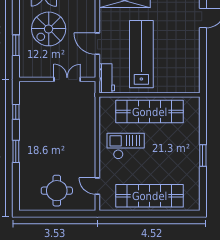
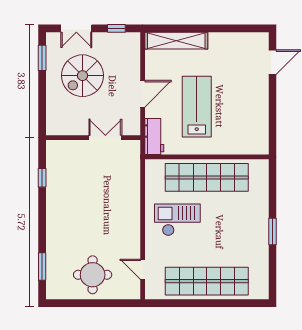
door: (97, 44) -> (143, 94), swing flipped
window: (16, 45) -> (42, 58), moved
lab bench: (141, 54) -> (197, 107), width x0.73
window: (16, 151) -> (42, 266), moved

